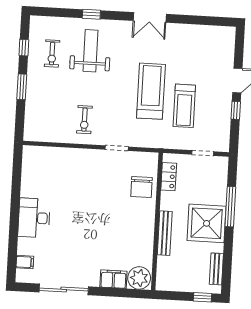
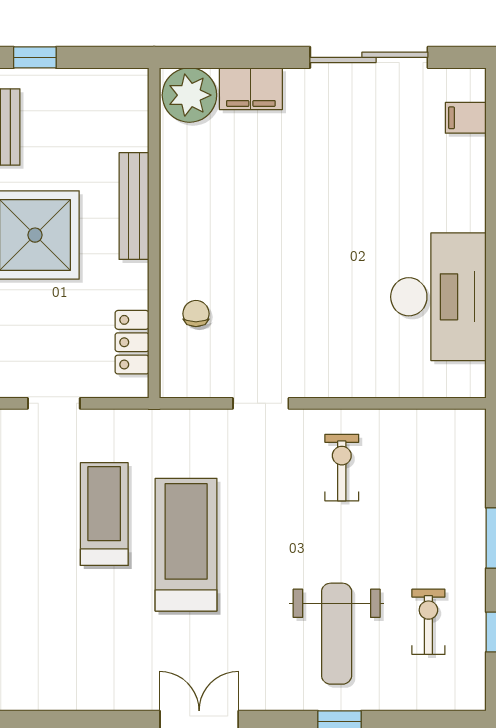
treadmill: (151, 91) -> (186, 545), turned 180
chair: (141, 187) -> (196, 314), width x0.54, depth x0.54
desk: (34, 218) -> (438, 297), moved, width x1.36, depth x1.30

